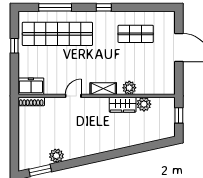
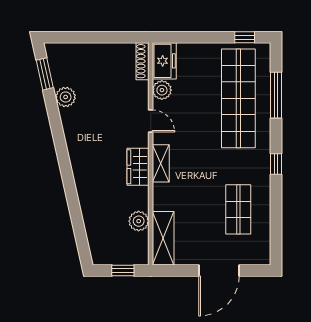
window: (14, 46) -> (245, 37), moved
shelving: (156, 87) -> (163, 238), added
plant: (129, 88) -> (162, 90), moved
wardrobe: (123, 105) -> (138, 167), moved

